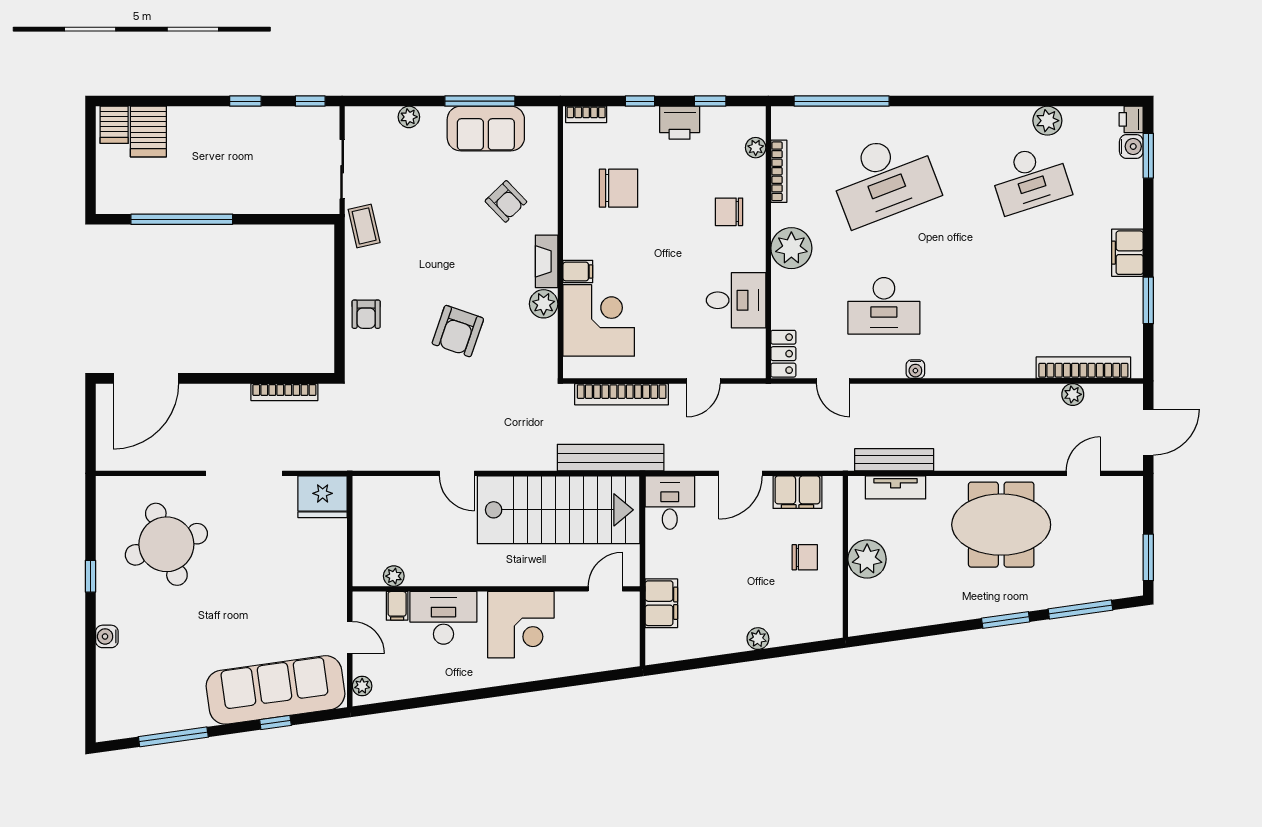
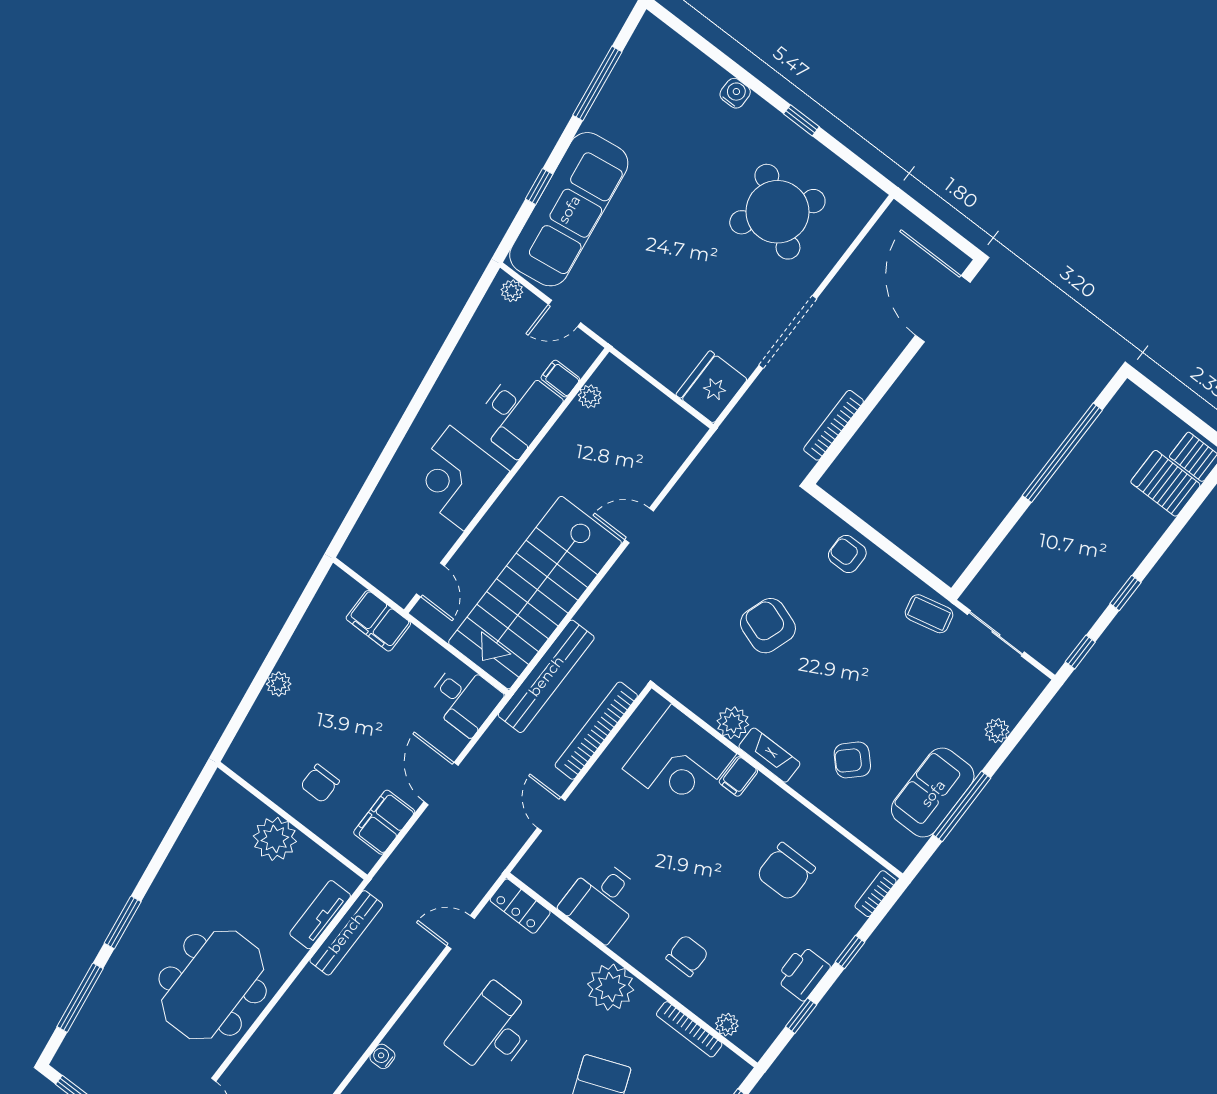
water cooler: (915, 369) -> (382, 1056), moved
round table: (166, 544) -> (777, 212), turned -35

